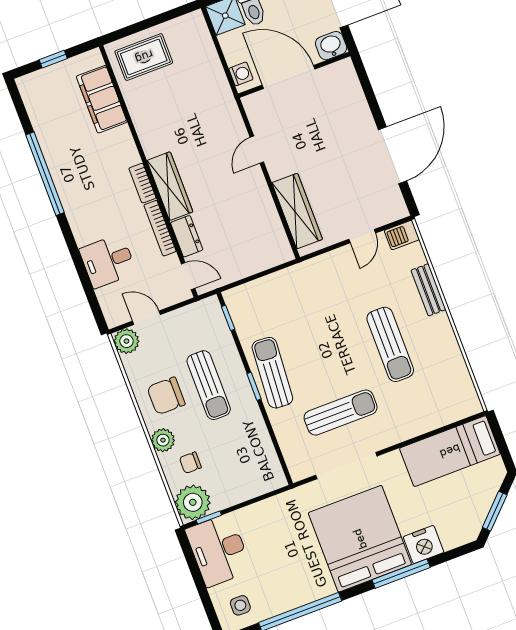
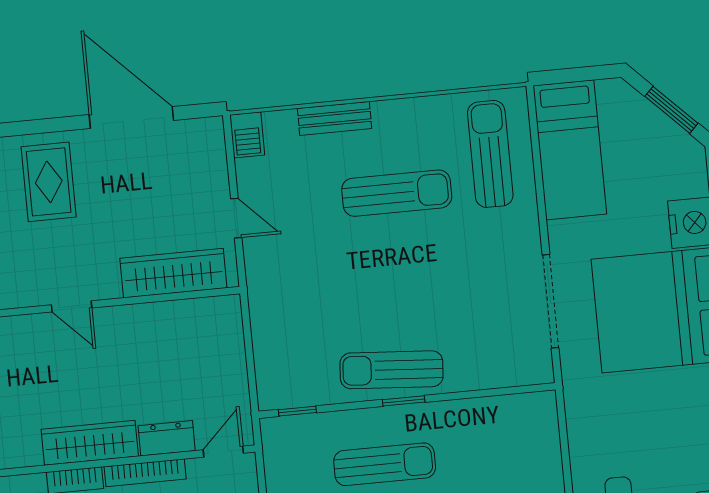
rug: (335, 112) -> (49, 182), added
door: (362, 236) -> (236, 218), moved
sun lounger: (341, 413) -> (490, 154), moved

